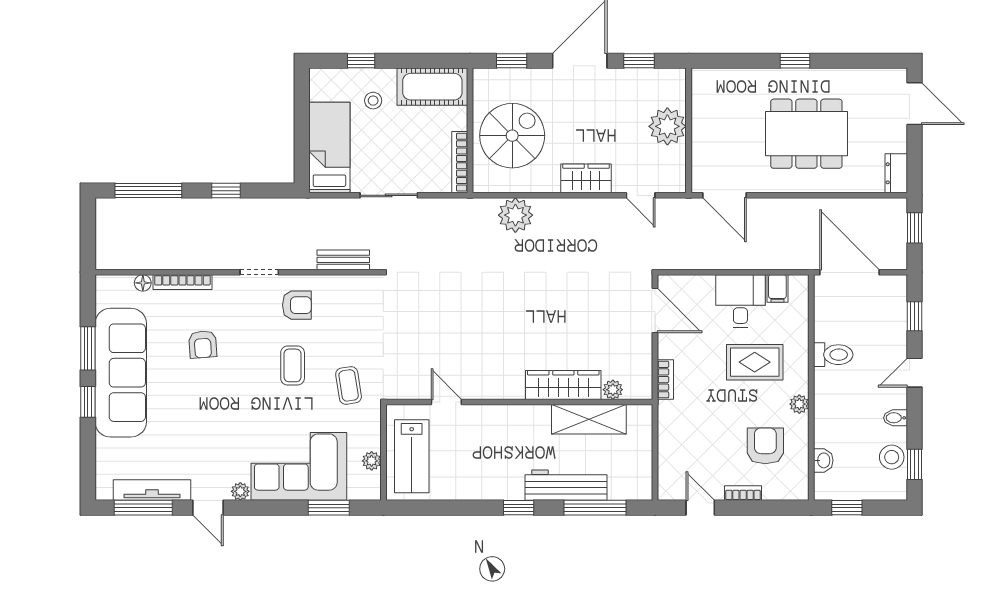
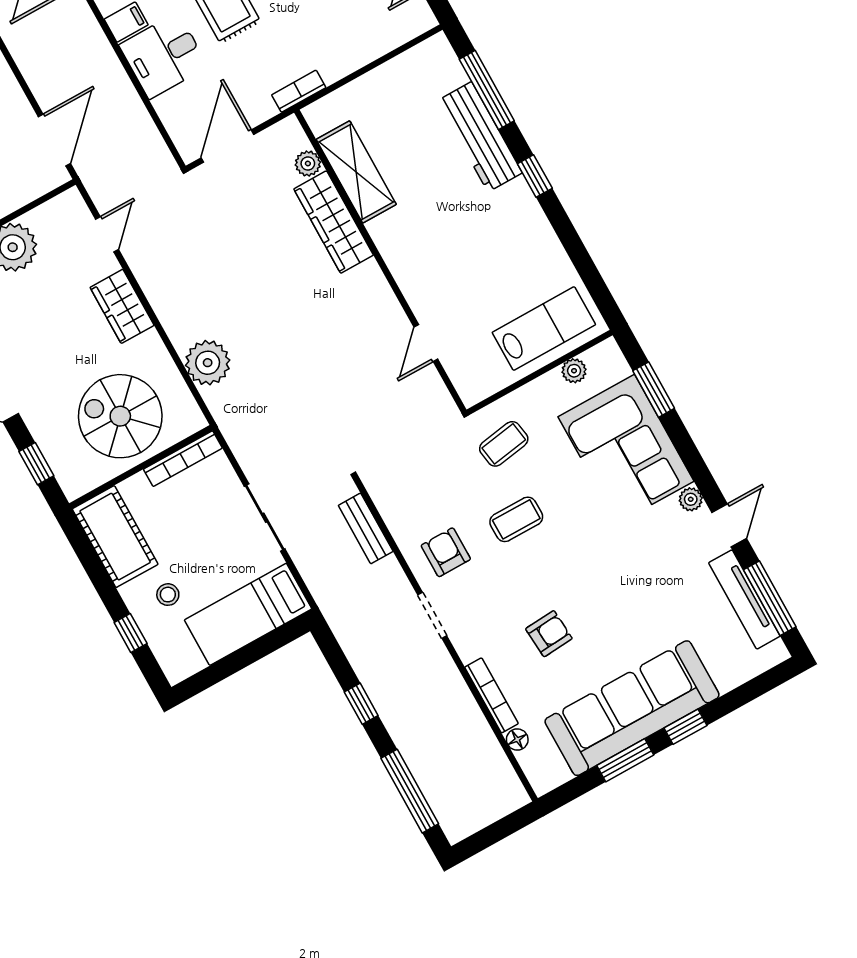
wardrobe: (563, 385) -> (334, 222), moved
plant: (613, 390) -> (308, 163), moved
door: (446, 402) -> (426, 343), moved
wall: (519, 402) -> (380, 261), moved
shelving: (589, 419) -> (356, 172), moved

